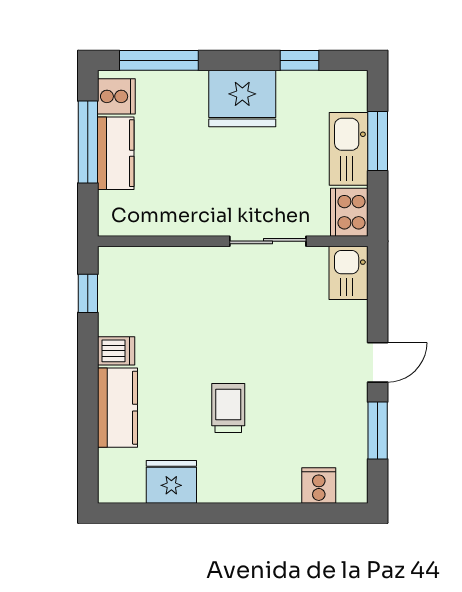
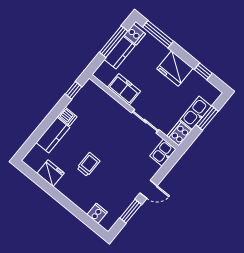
freezer: (180, 214) -> (124, 89), added

